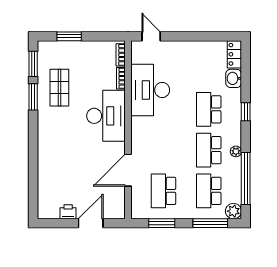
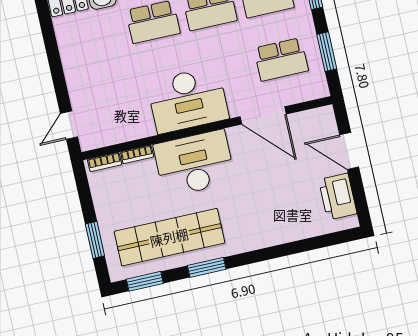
shop shelf: (59, 88) -> (169, 237), width x2.00, depth x1.36
desk: (150, 90) -> (188, 100), moved
window: (33, 97) -> (207, 267), moved
printer: (68, 212) -> (338, 197), width x1.87, depth x1.48

